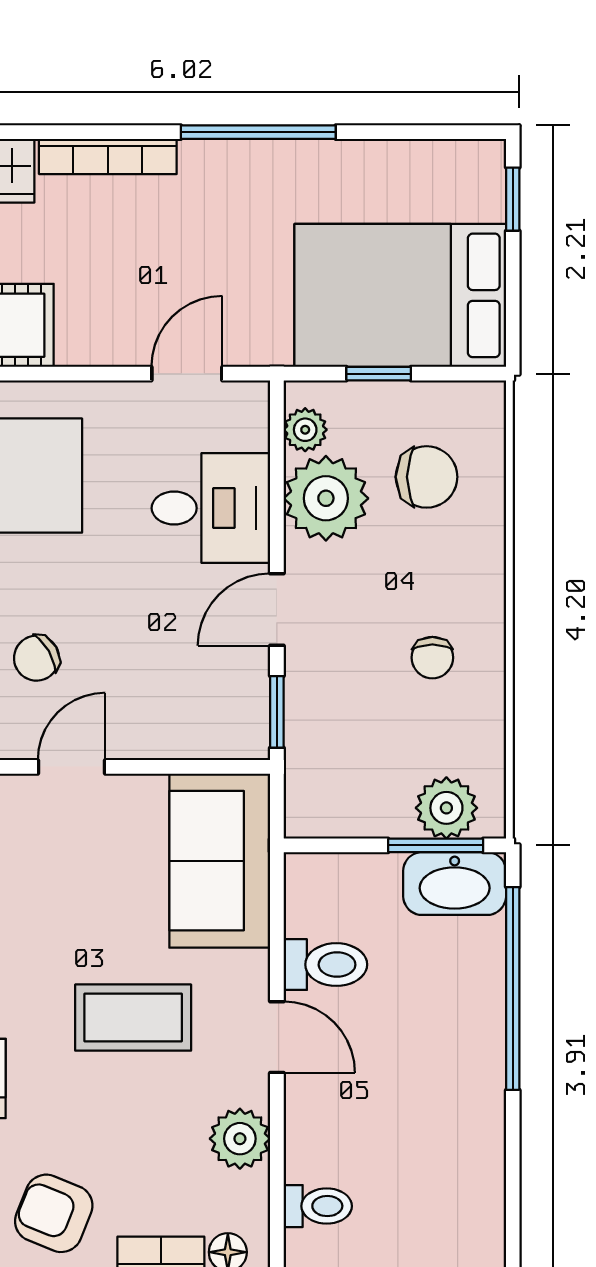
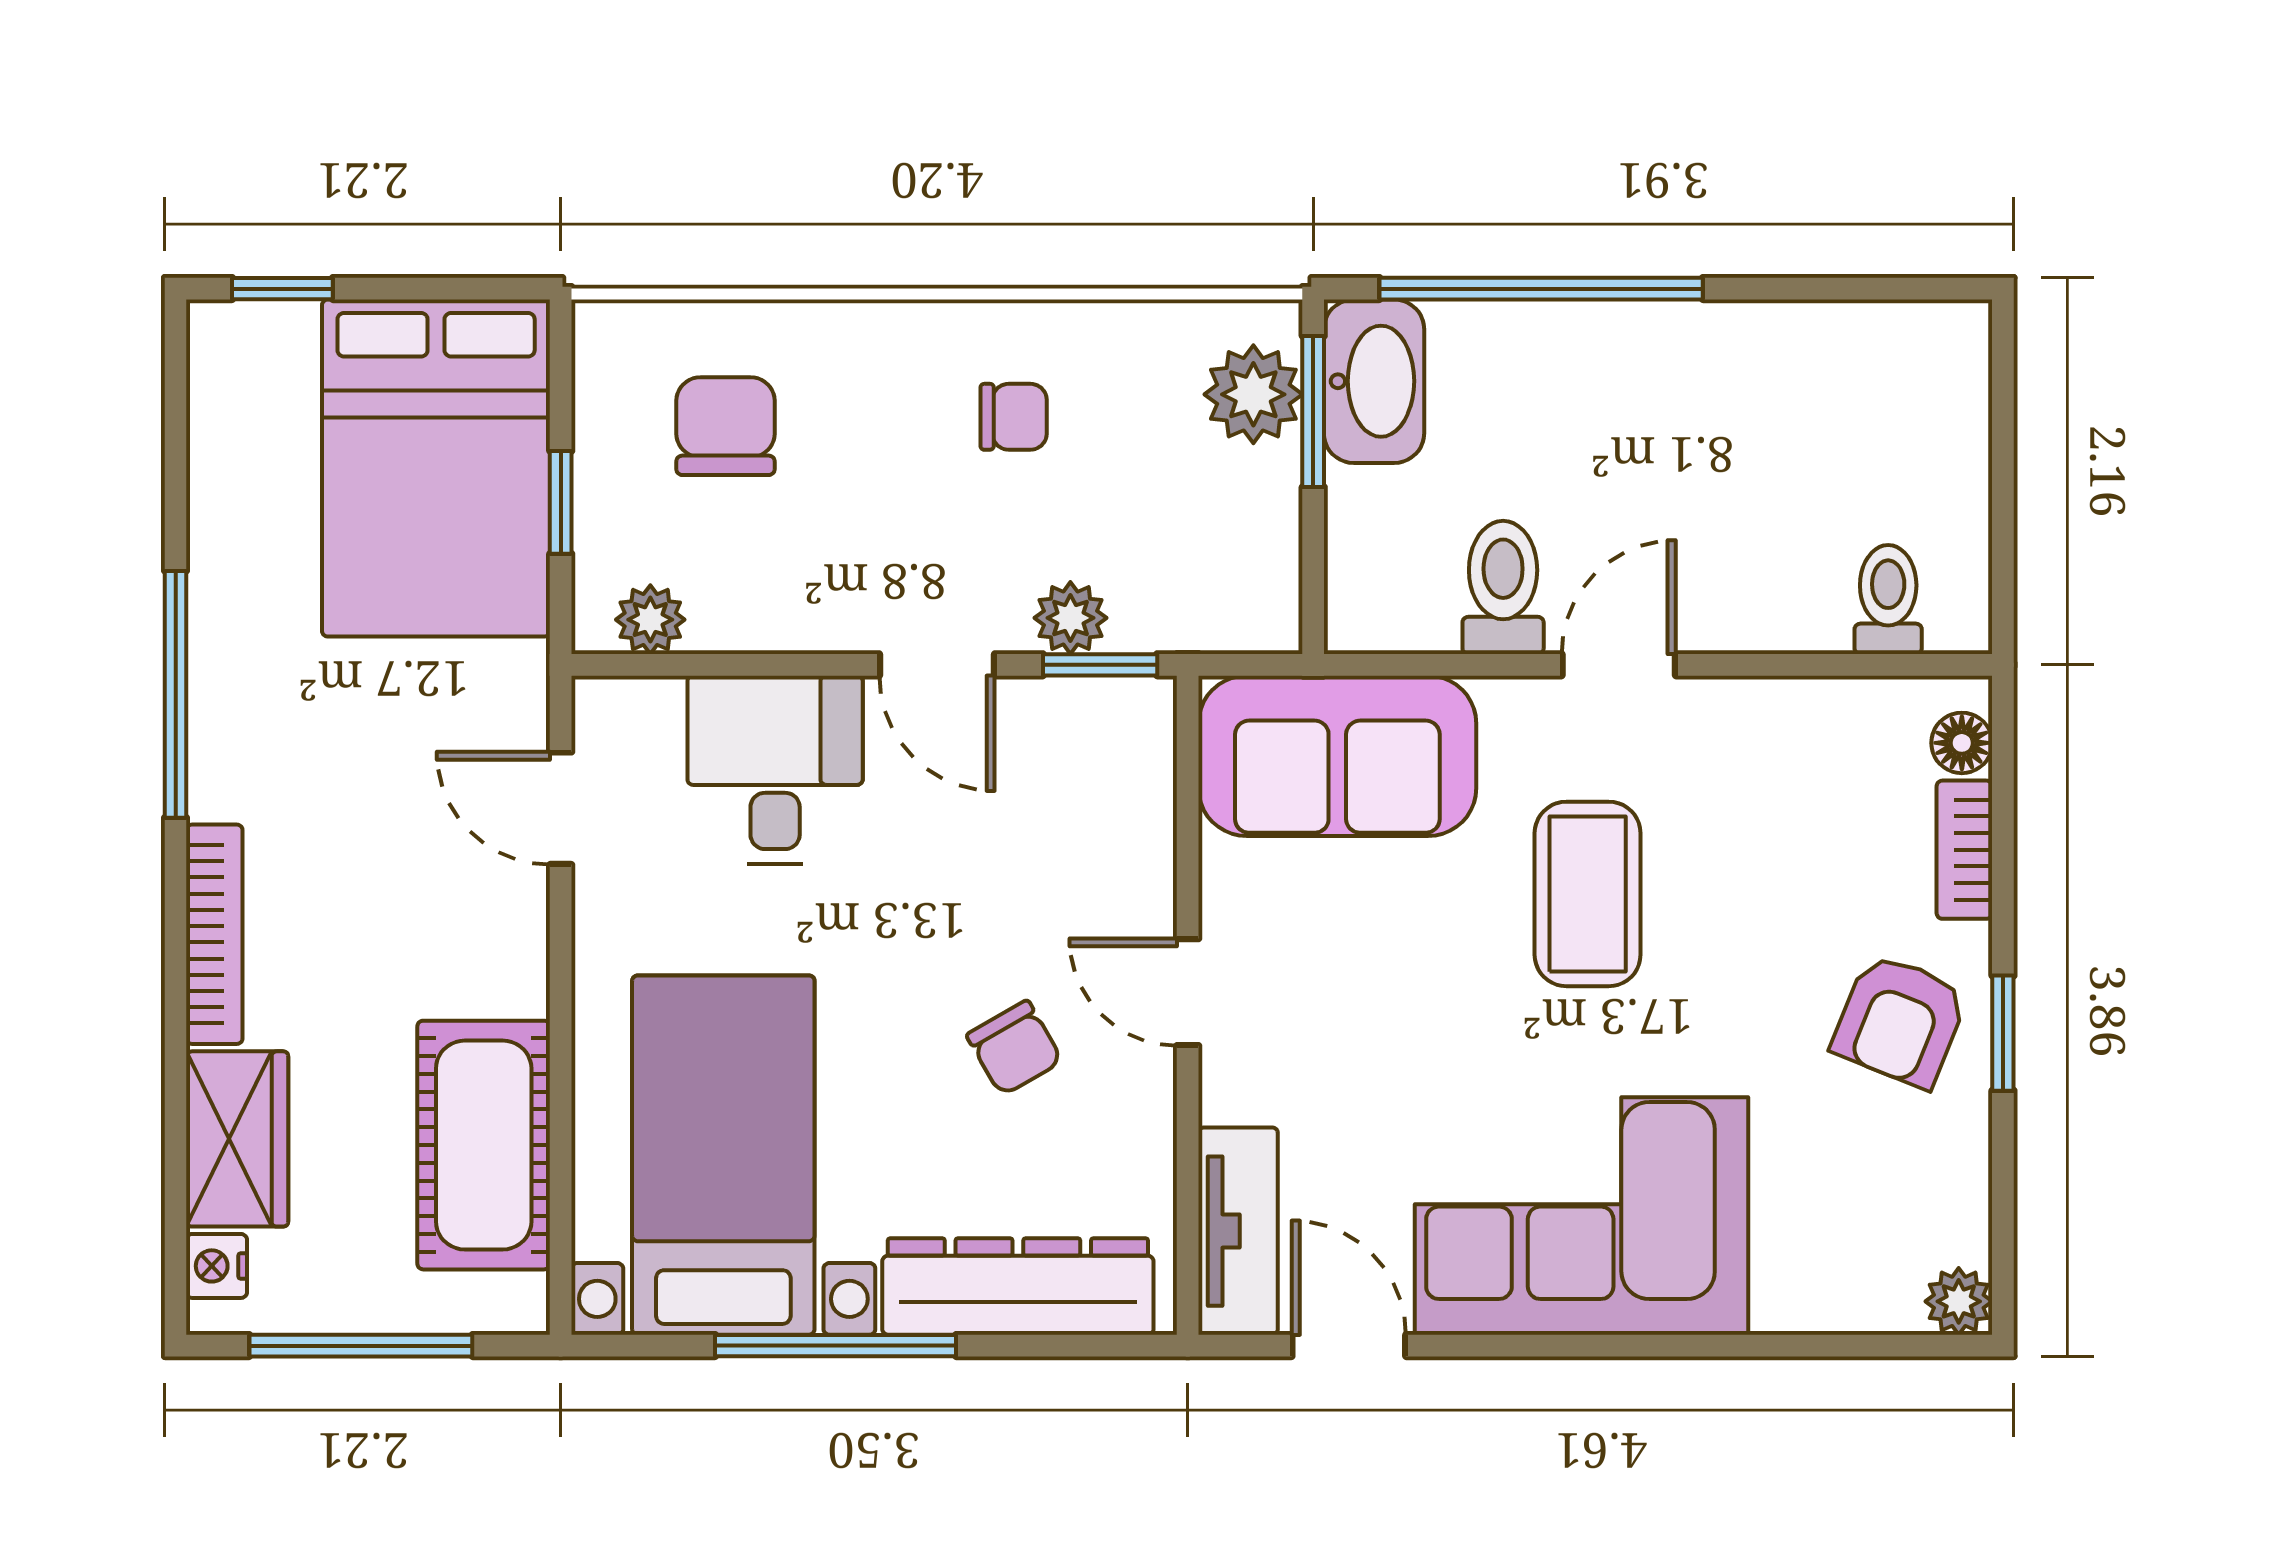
plant: (326, 498) -> (1070, 618), moved, width x0.53, depth x0.53
plant: (240, 1139) -> (1781, 724), removed

